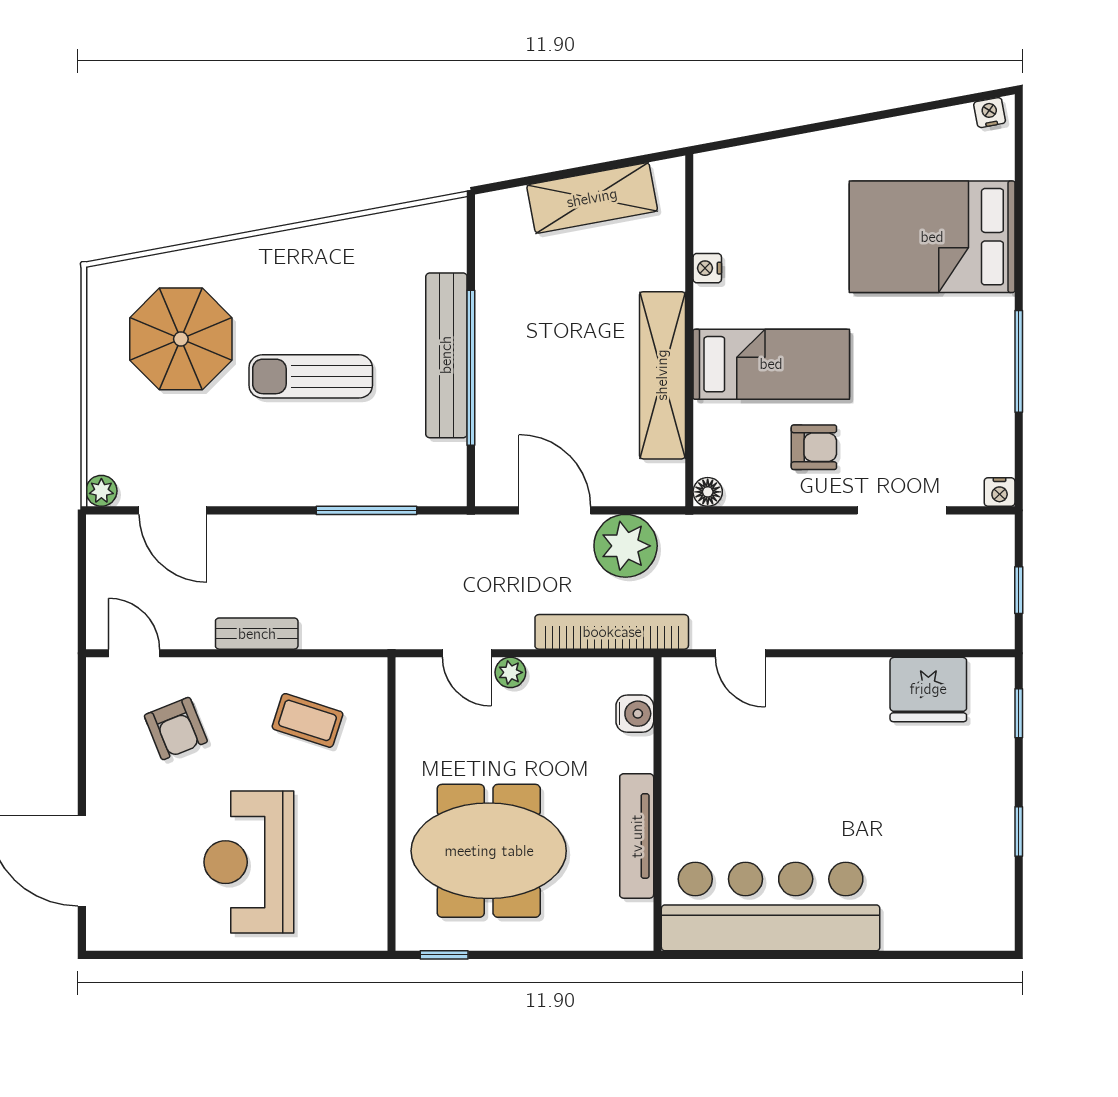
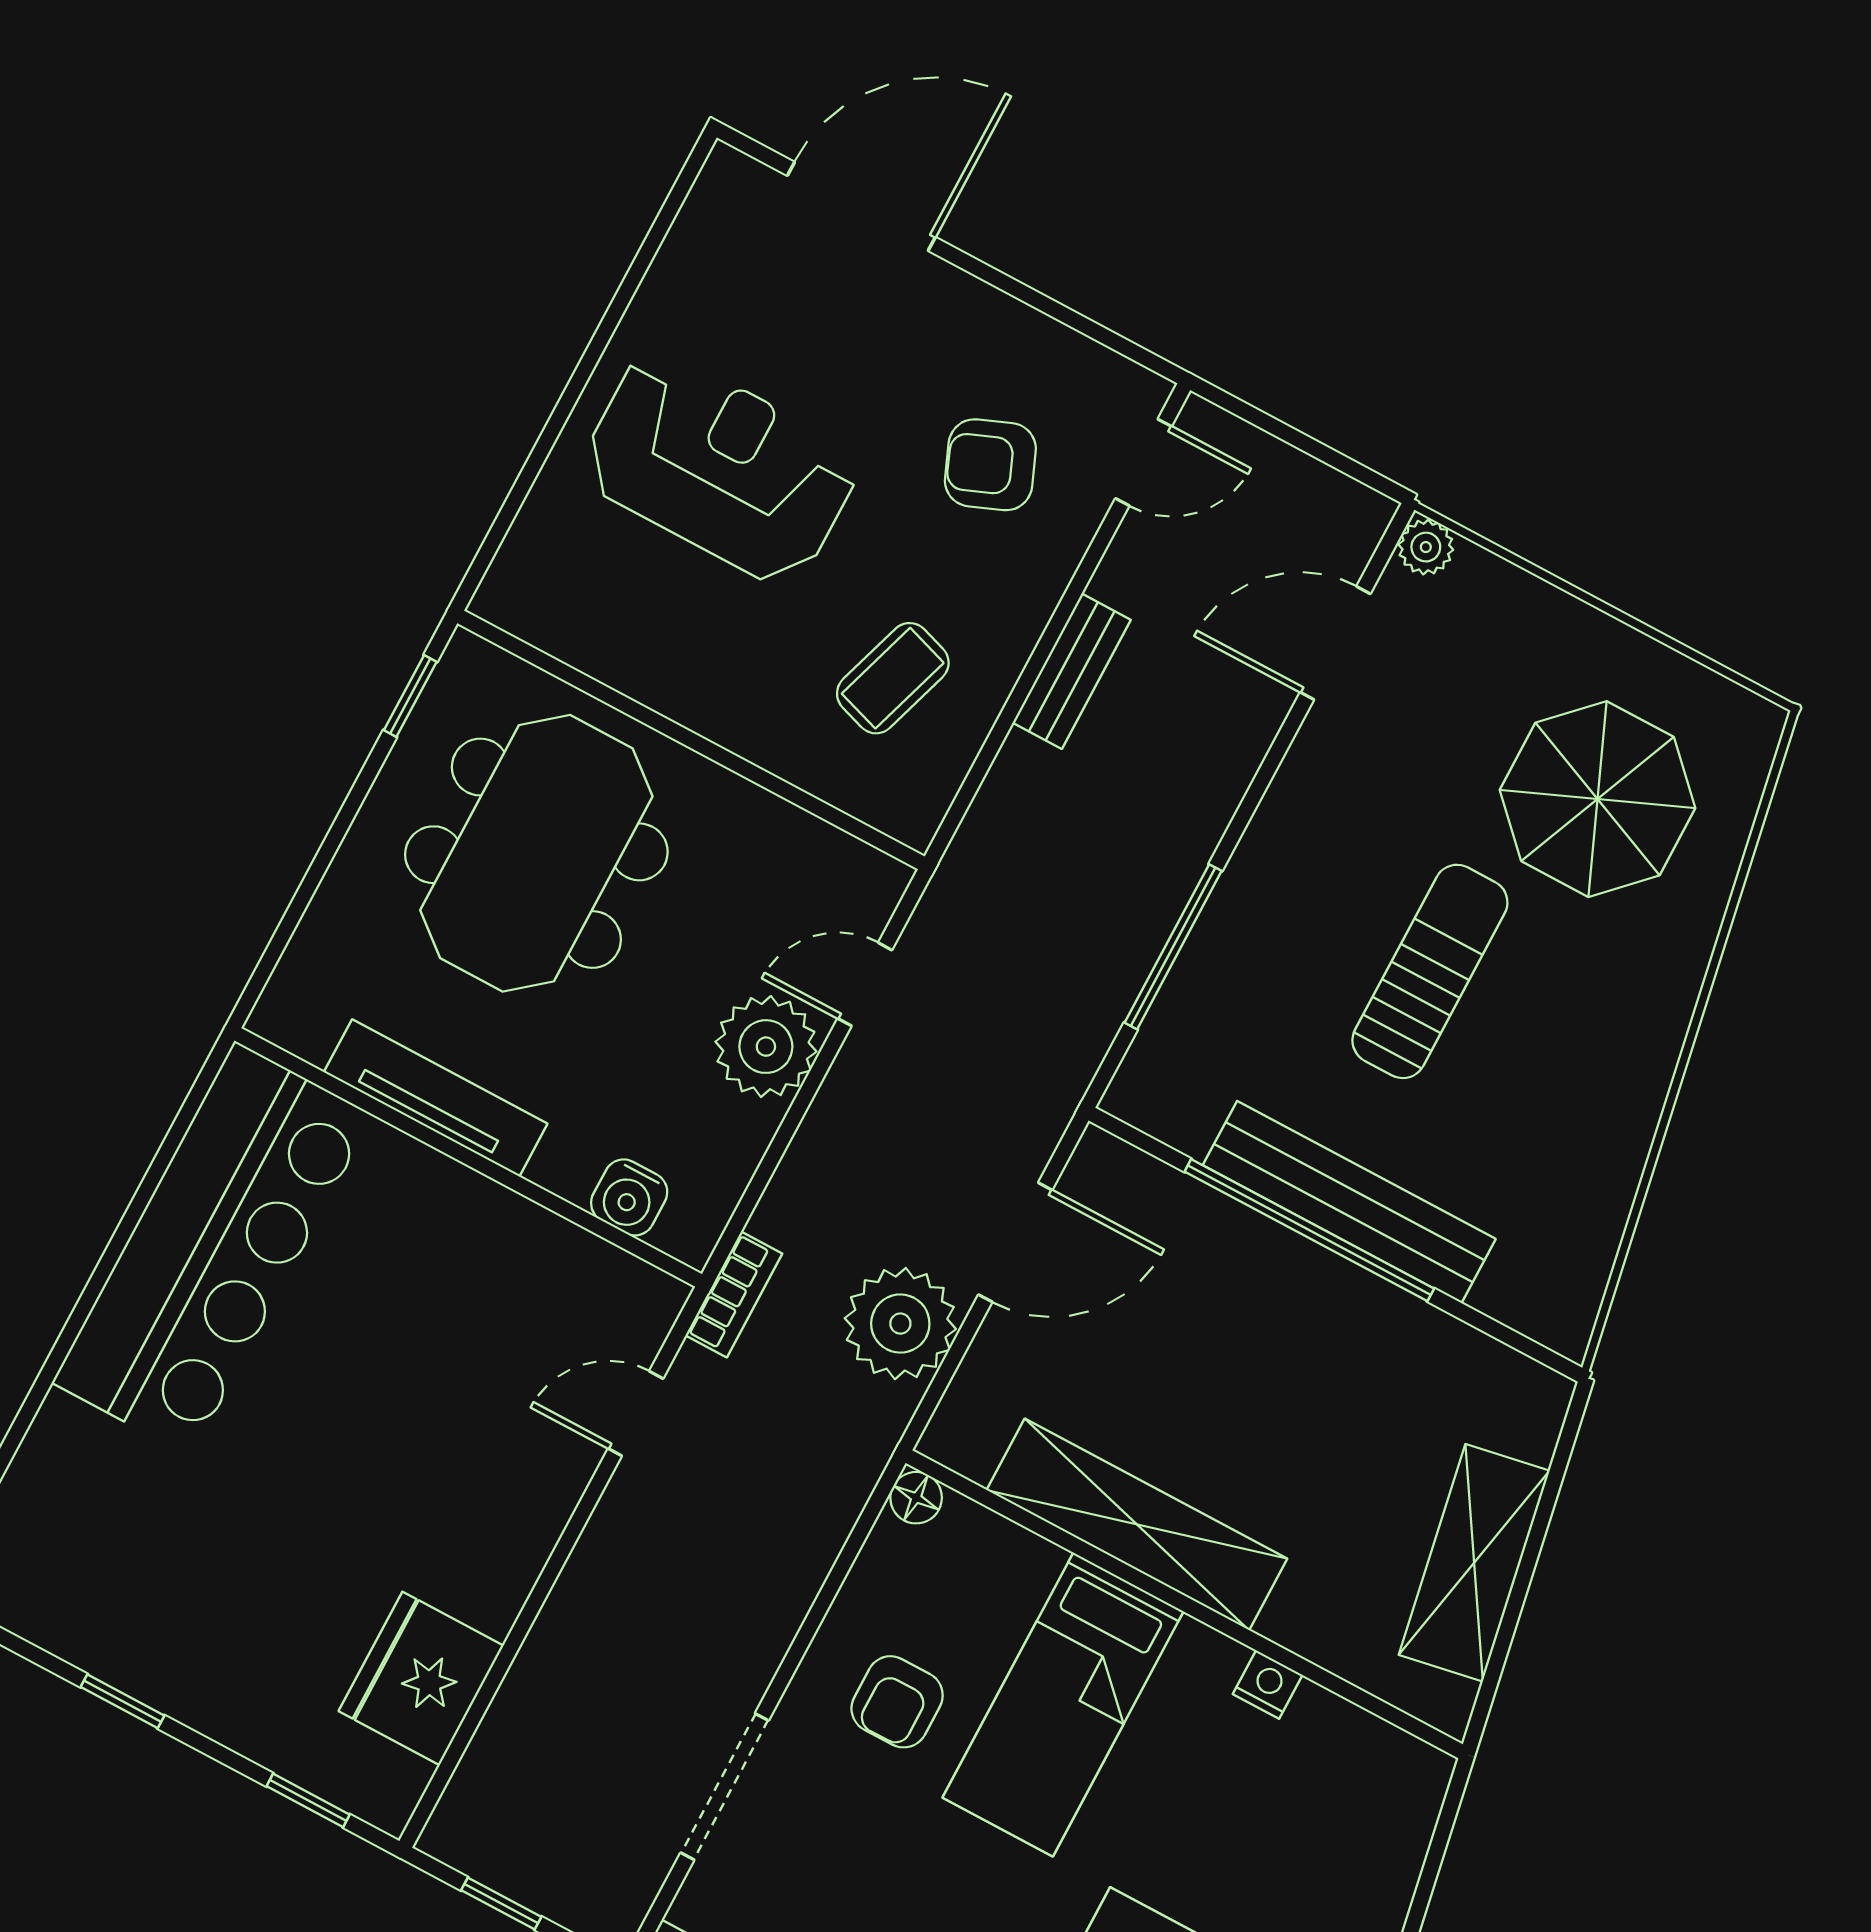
bookcase: (612, 632) -> (734, 1294), width x0.43, depth x0.76
plant: (510, 672) -> (766, 1047), width x1.88, depth x1.88

